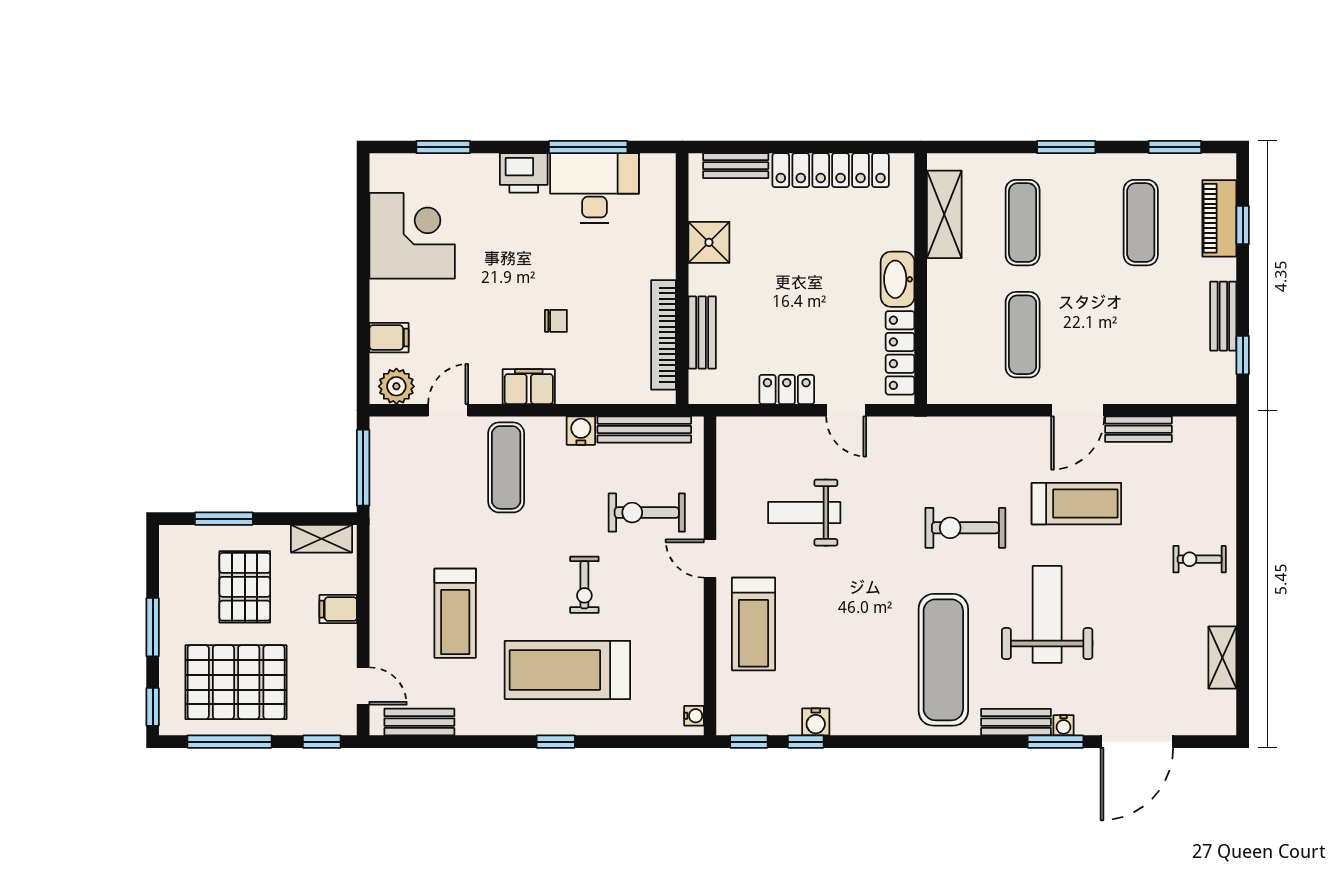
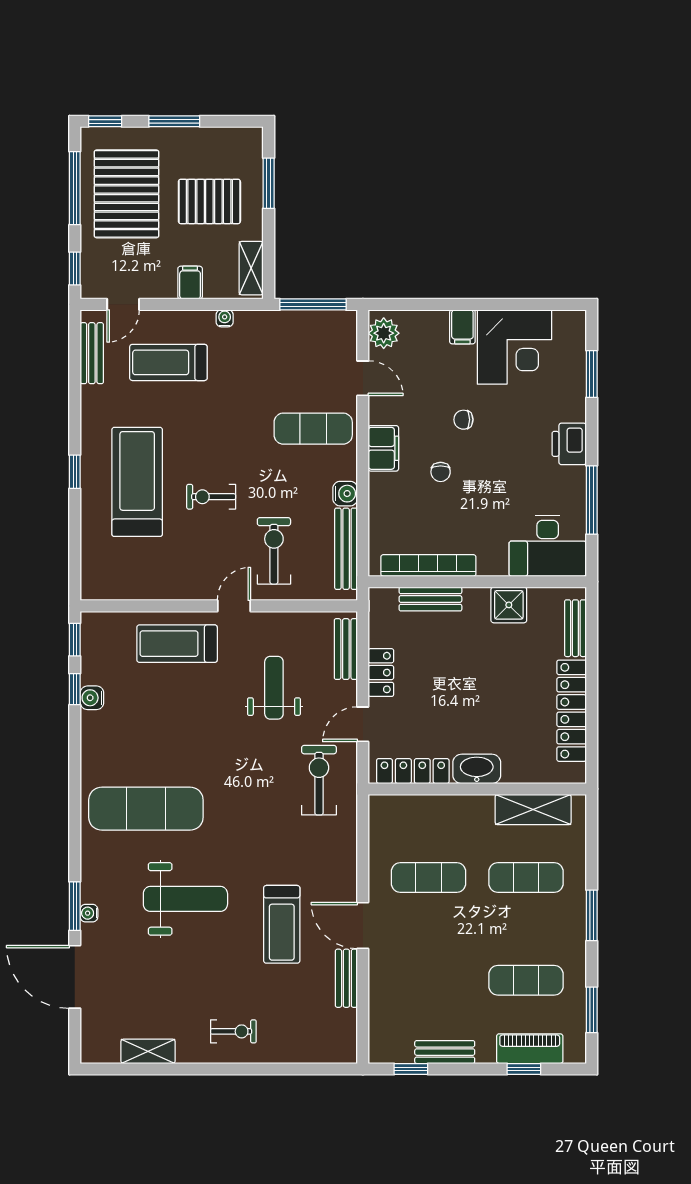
desk: (594, 188) -> (548, 546), moved, turned 90
chair: (496, 295) -> (463, 420), added
filing cabinet: (389, 338) -> (462, 327), moved
exercise bike: (965, 528) -> (319, 780), moved
exercise bike: (1200, 559) -> (233, 1031), turned 90
treadmill: (455, 613) -> (168, 362), moved
water cooler: (694, 716) -> (225, 318), moved, turned 180
bench: (1016, 722) -> (346, 649), moved

